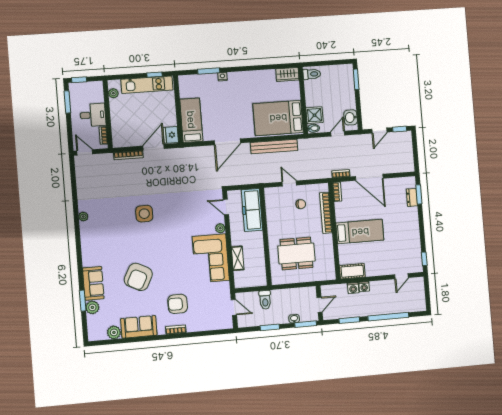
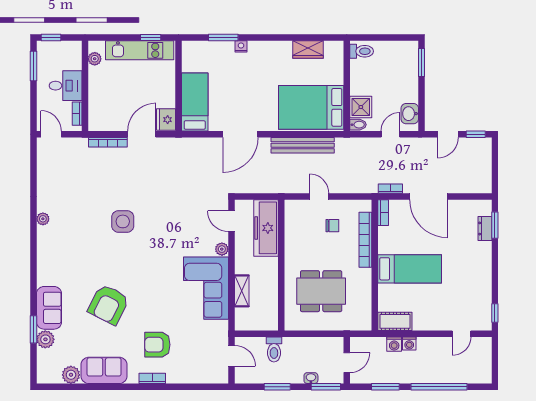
wardrobe: (287, 74) -> (308, 50), moved

